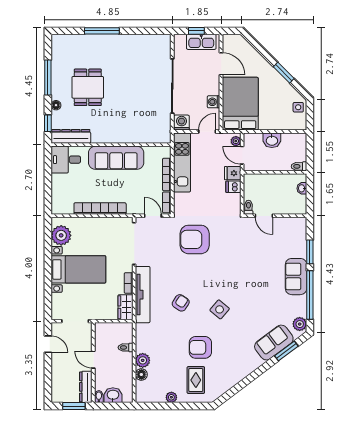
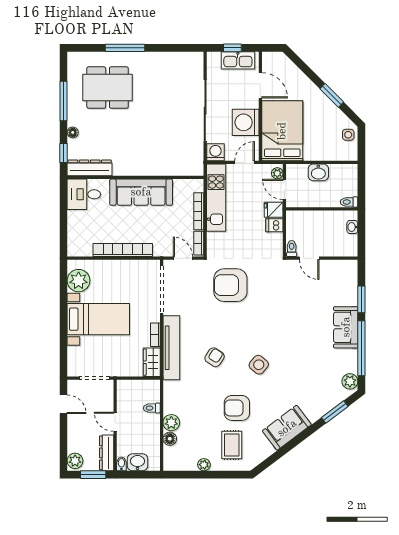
dining table: (88, 87) -> (108, 88), moved, width x1.38
washing machine: (214, 102) -> (246, 122), width x1.89, depth x1.89
sofa: (274, 343) -> (287, 428), moved
plant: (58, 394) -> (75, 461), added

